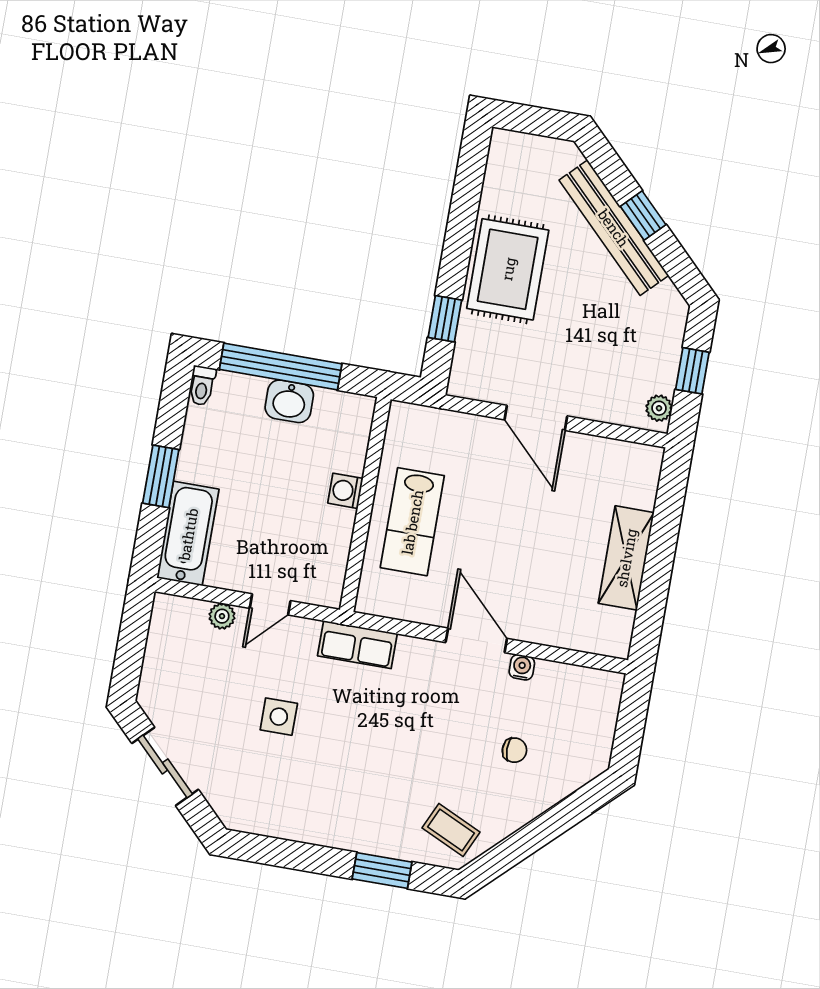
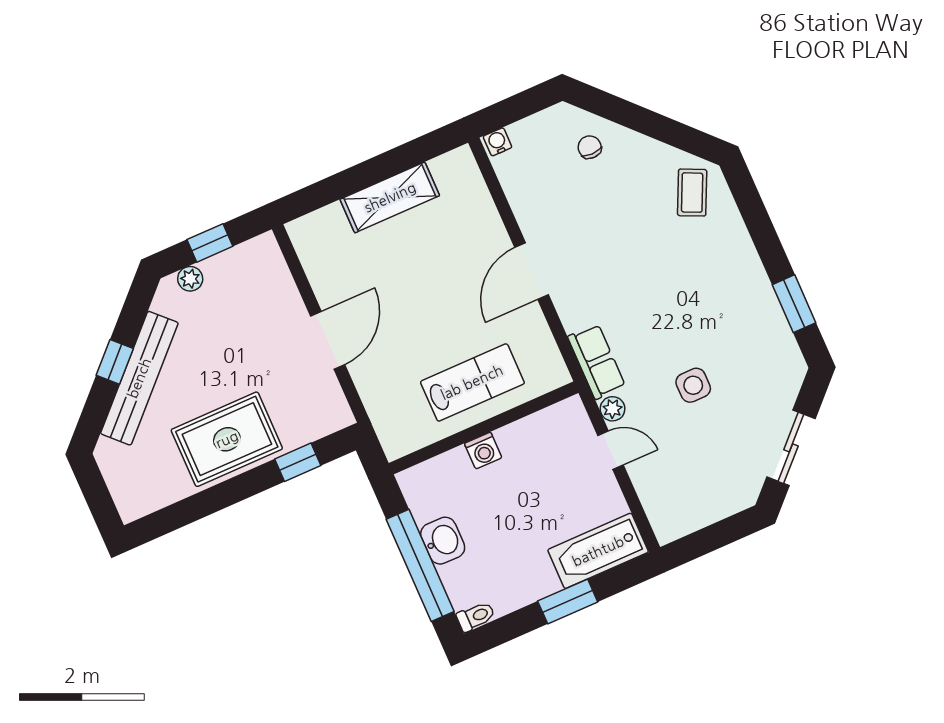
plant: (659, 408) -> (190, 279), moved
plant: (222, 616) -> (613, 409), moved
water cooler: (522, 667) -> (497, 142), moved, turned 90
chair: (514, 750) -> (590, 147), moved
window: (382, 870) -> (794, 304), moved

